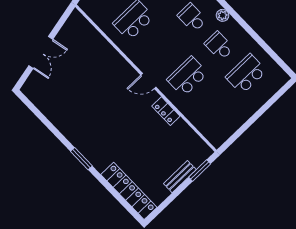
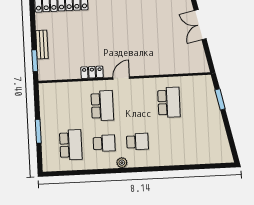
window: (259, 113) -> (38, 131), added

